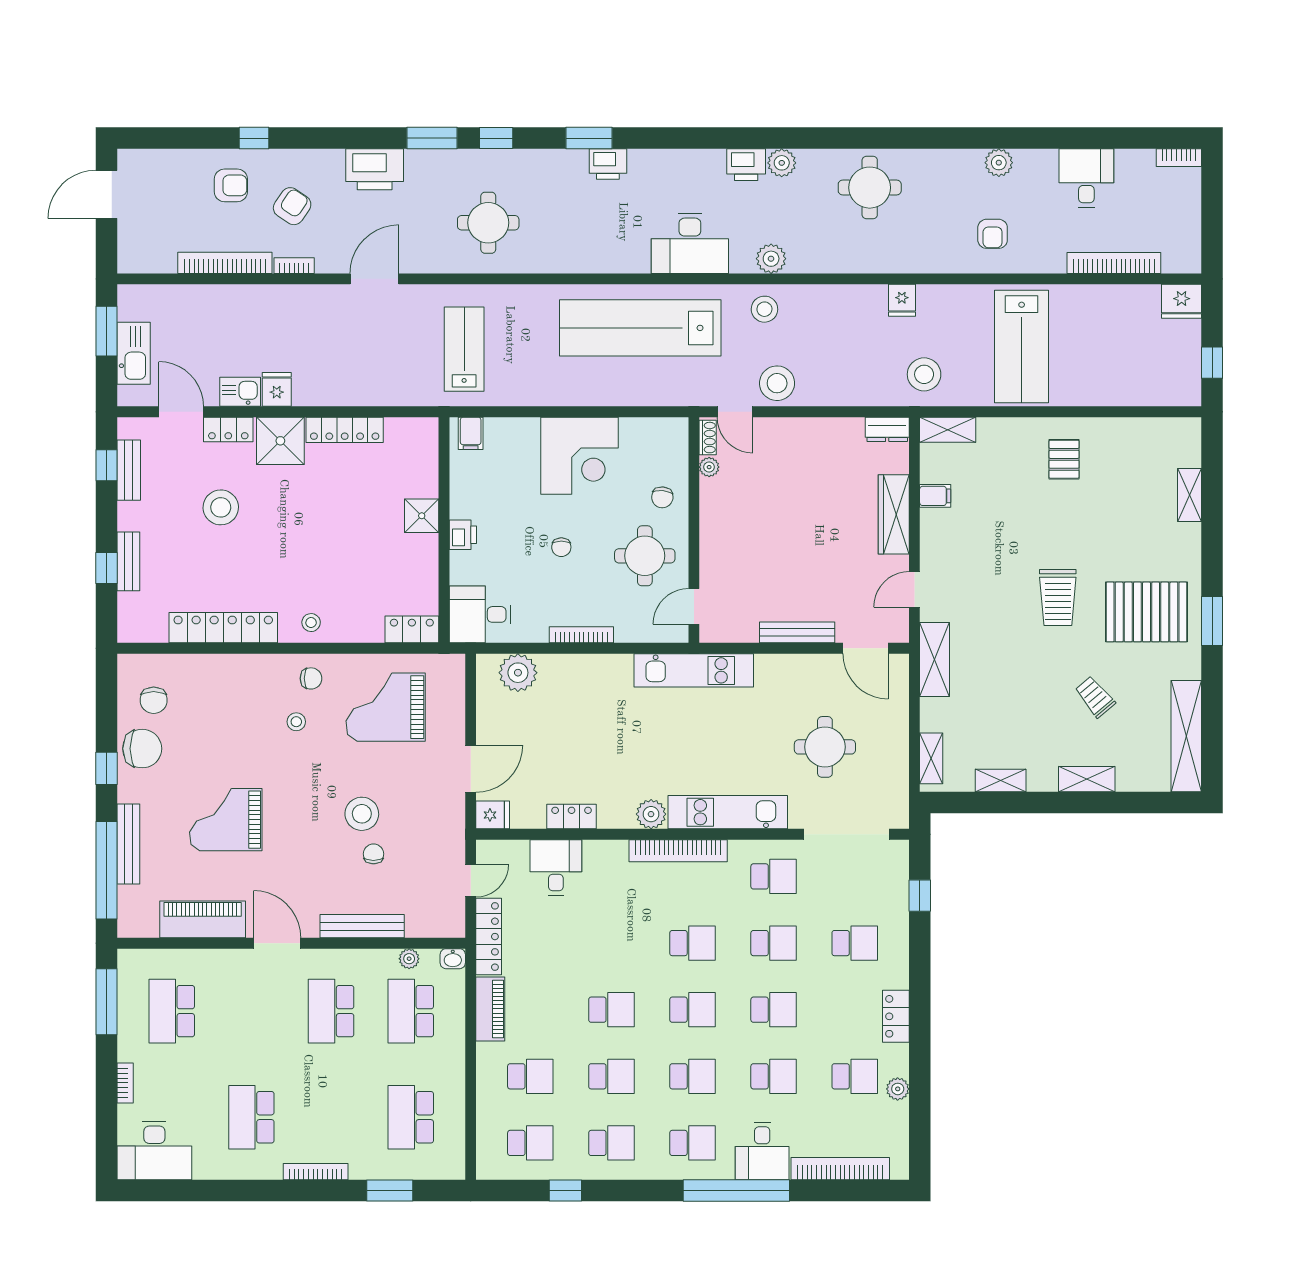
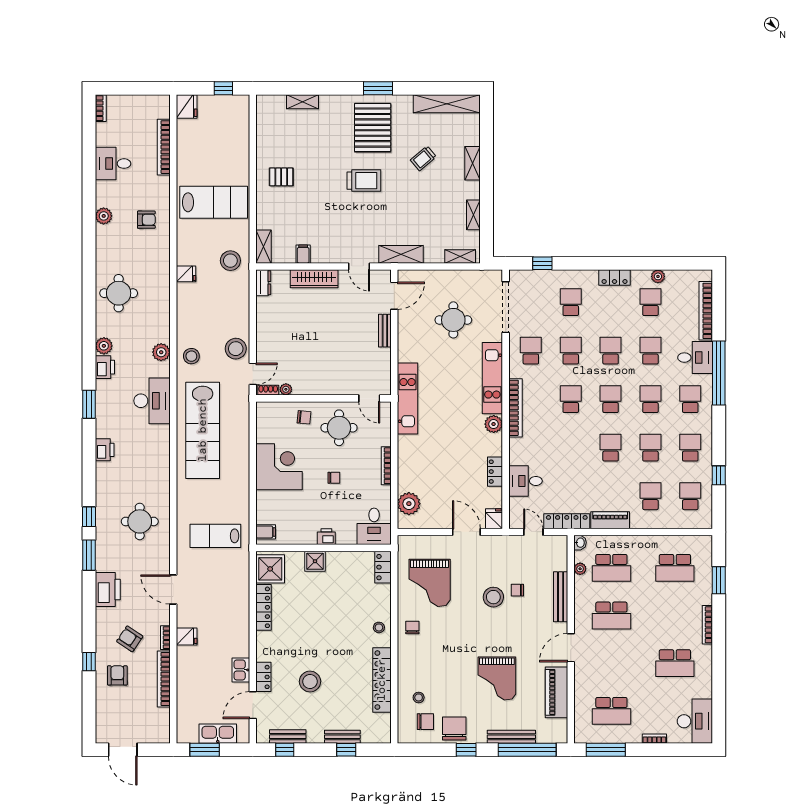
window: (589, 138) -> (89, 404), moved
fridge: (277, 389) -> (187, 637), moved, turned 180
shower: (280, 441) -> (270, 569), moved
bench: (797, 632) -> (385, 331), width x0.73
stool: (296, 722) -> (419, 697), moved

